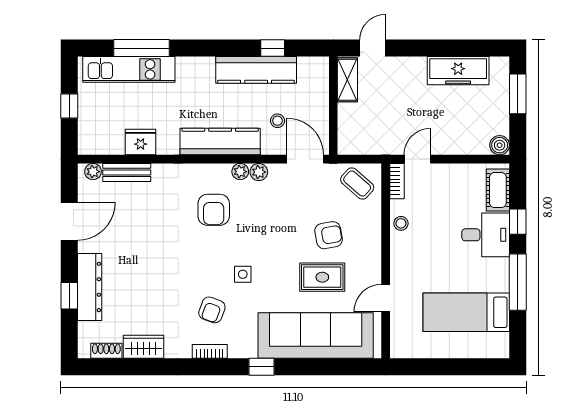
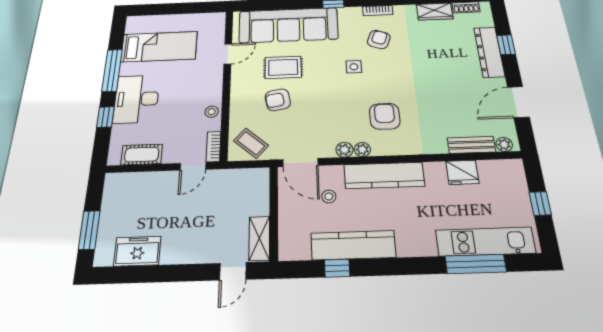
freezer: (458, 71) -> (137, 251), width x0.71
boiler: (500, 145) -> (113, 181), removed
cot: (498, 190) -> (142, 155), moved, turned 90
desk: (486, 235) -> (136, 99), width x1.37

